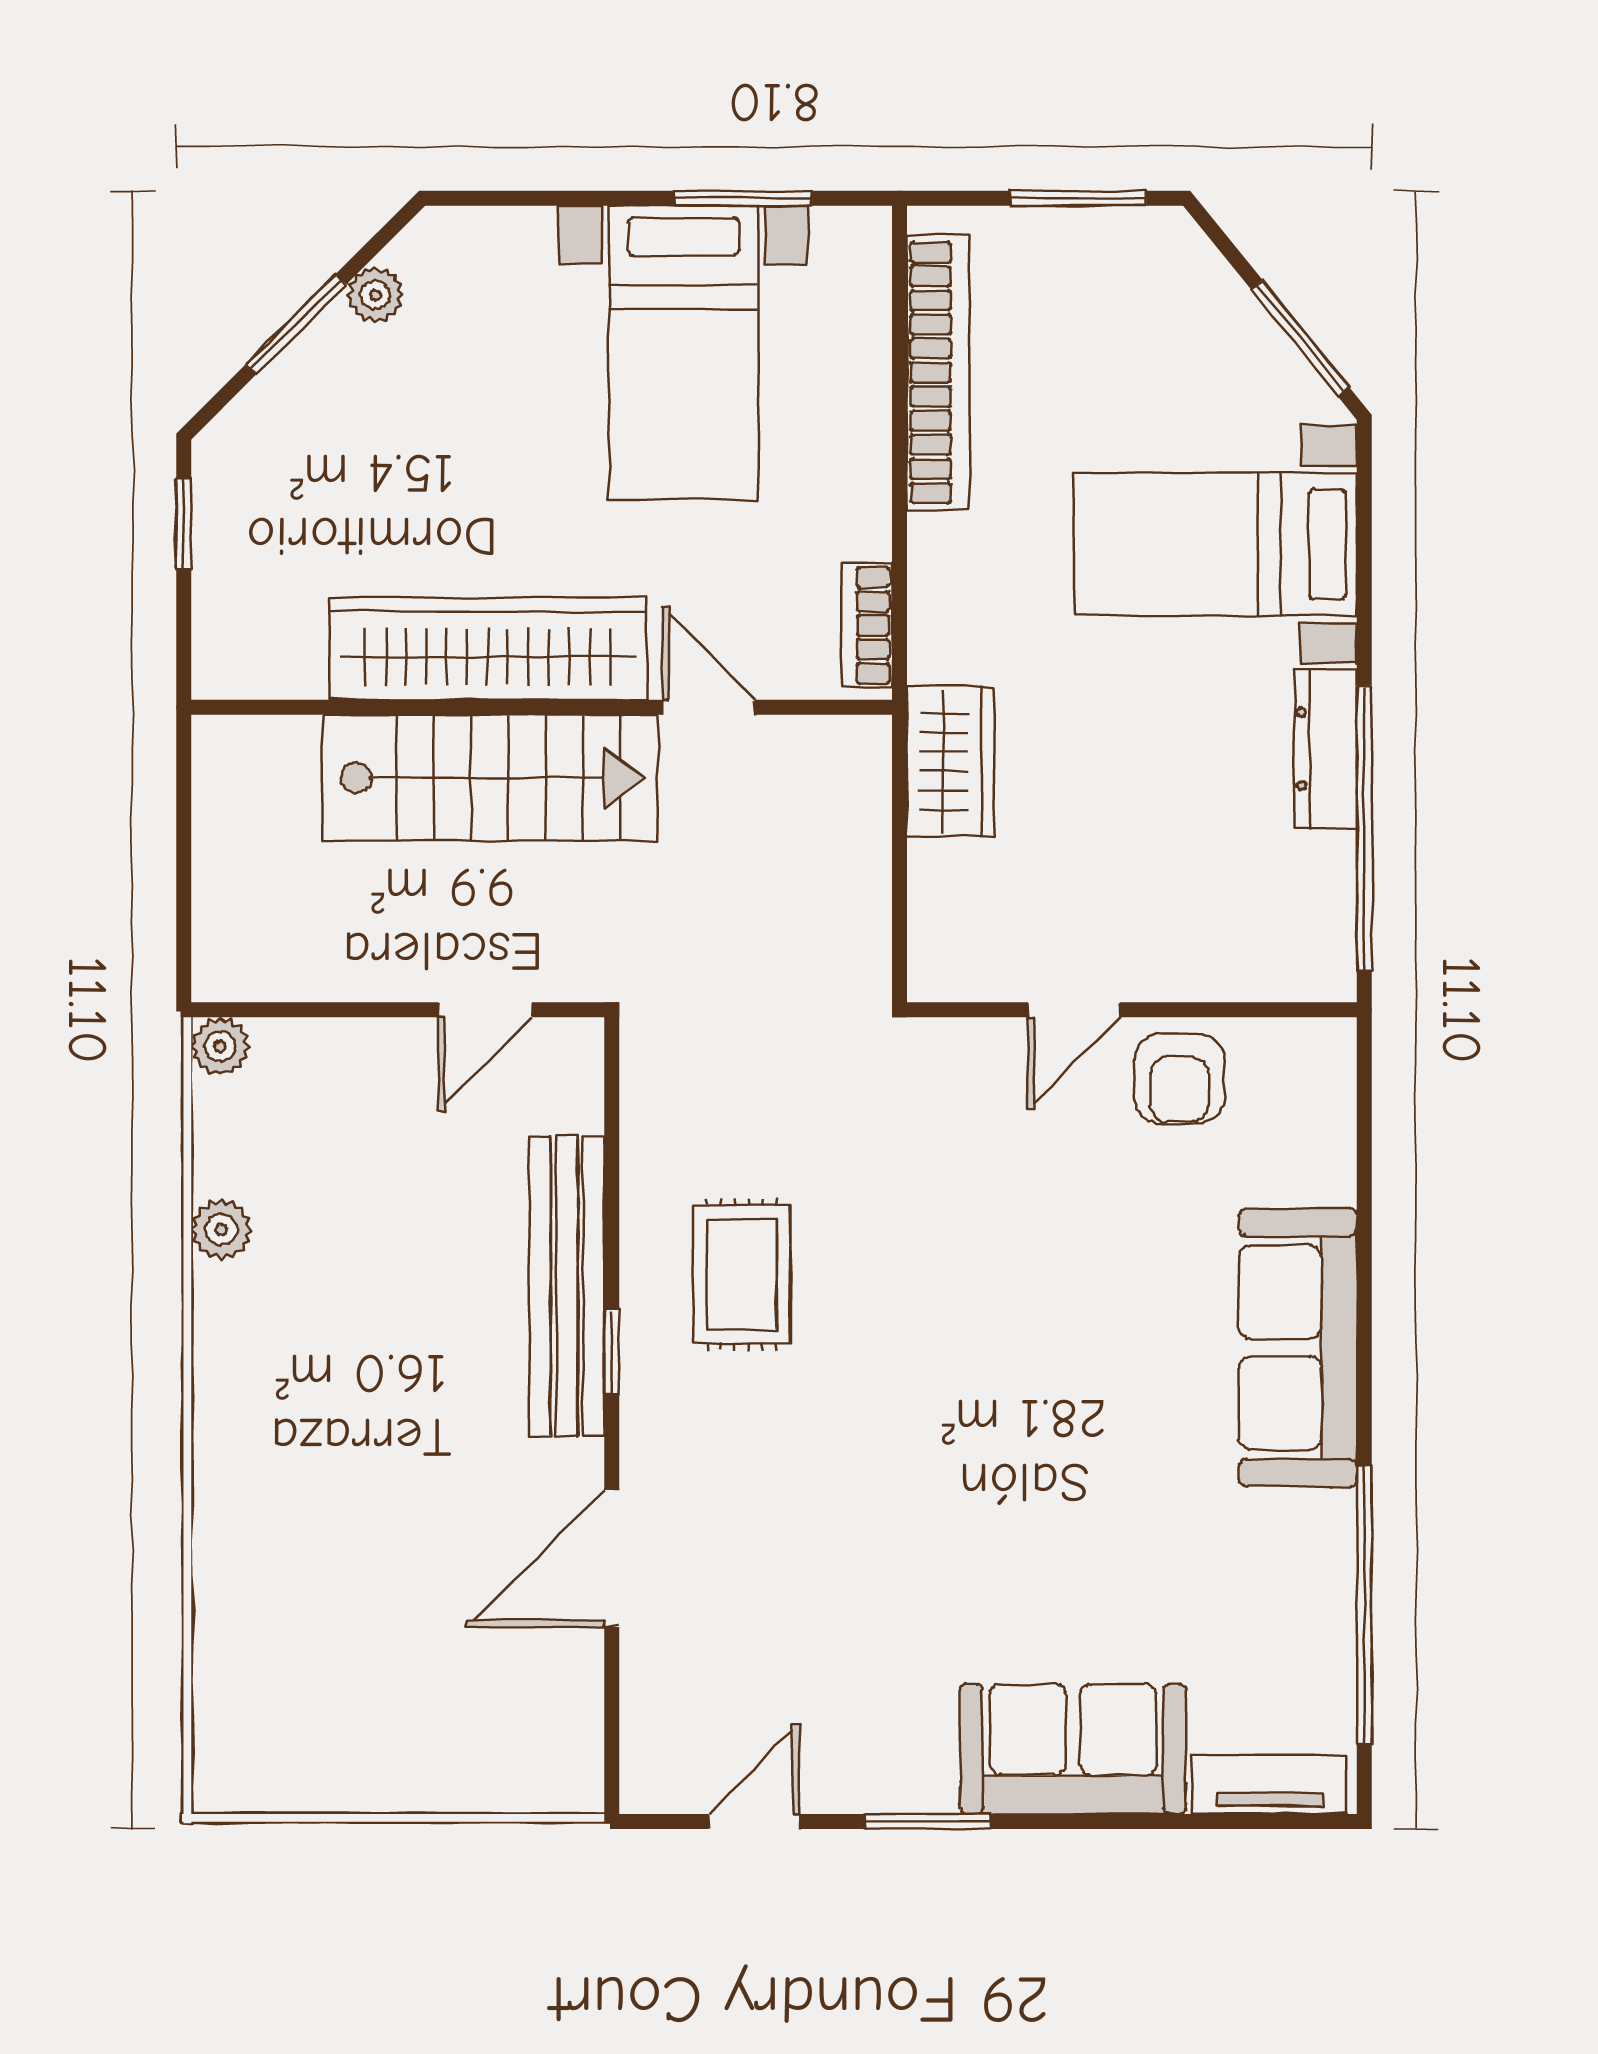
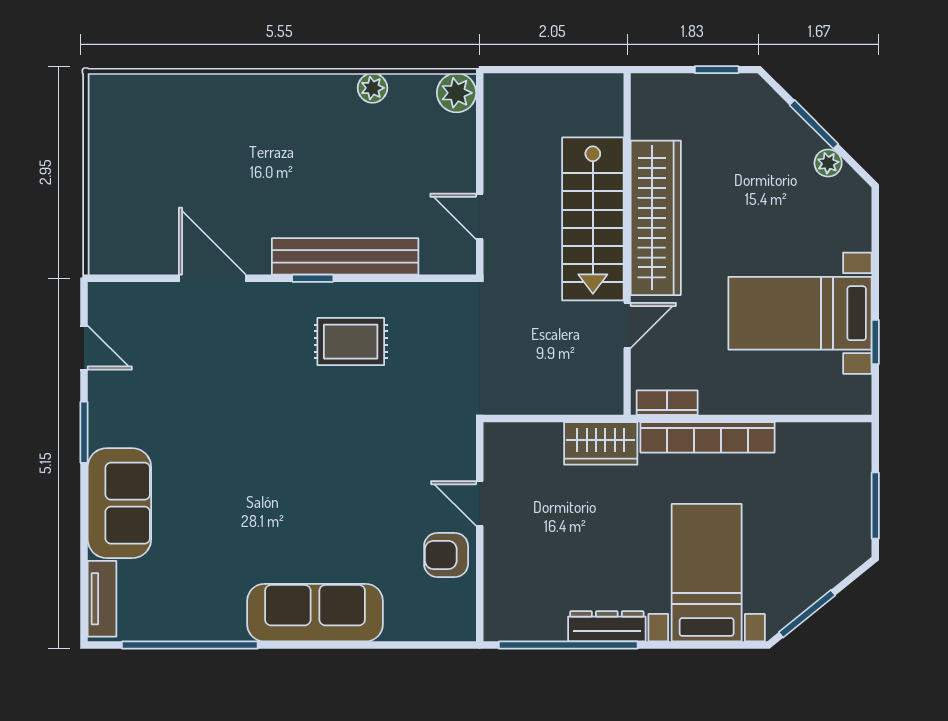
window: (743, 198) -> (875, 342), width x0.67
bookcase: (938, 373) -> (707, 437), moved
plant: (220, 1046) -> (457, 93), width x1.38, depth x1.38

